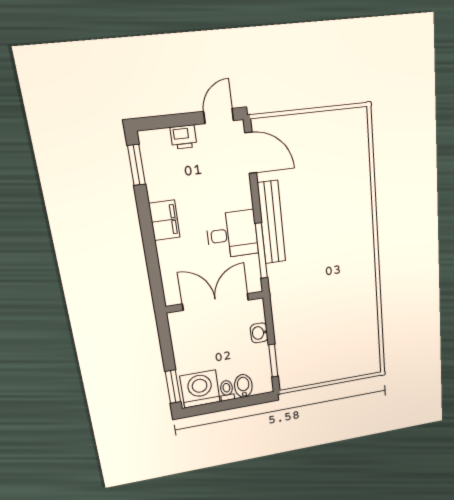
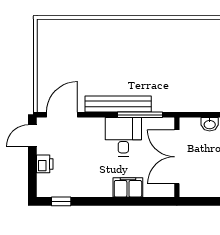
door: (219, 116) -> (32, 136), hinge flipped
window: (136, 165) -> (61, 201), width x0.67
filing cabinet: (164, 220) -> (128, 187), moved

